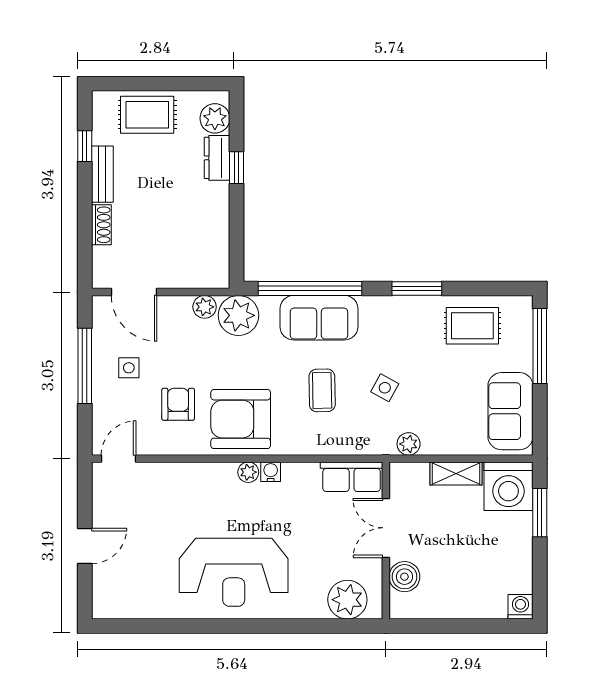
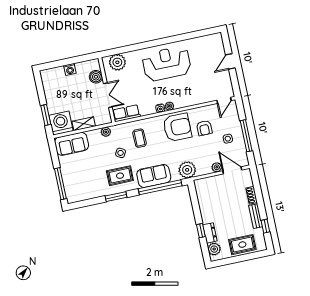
plant: (205, 307) -> (217, 167), moved
rug: (472, 326) -> (120, 176), moved
coffee table: (322, 390) -> (139, 138), moved
sofa: (510, 411) -> (72, 144), moved, turned 90
washing machine: (520, 607) -> (70, 69), moved

